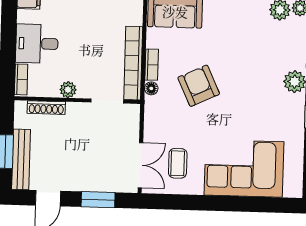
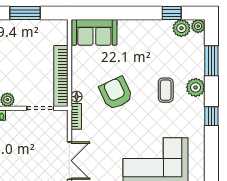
bookcase: (152, 65) -> (76, 116), moved
coffee table: (178, 163) -> (166, 90), moved

